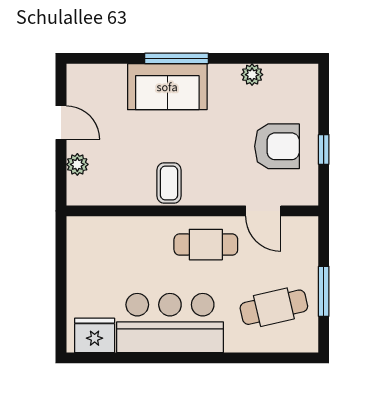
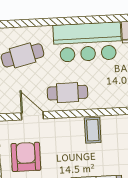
armchair: (277, 146) -> (26, 157), turned 90

